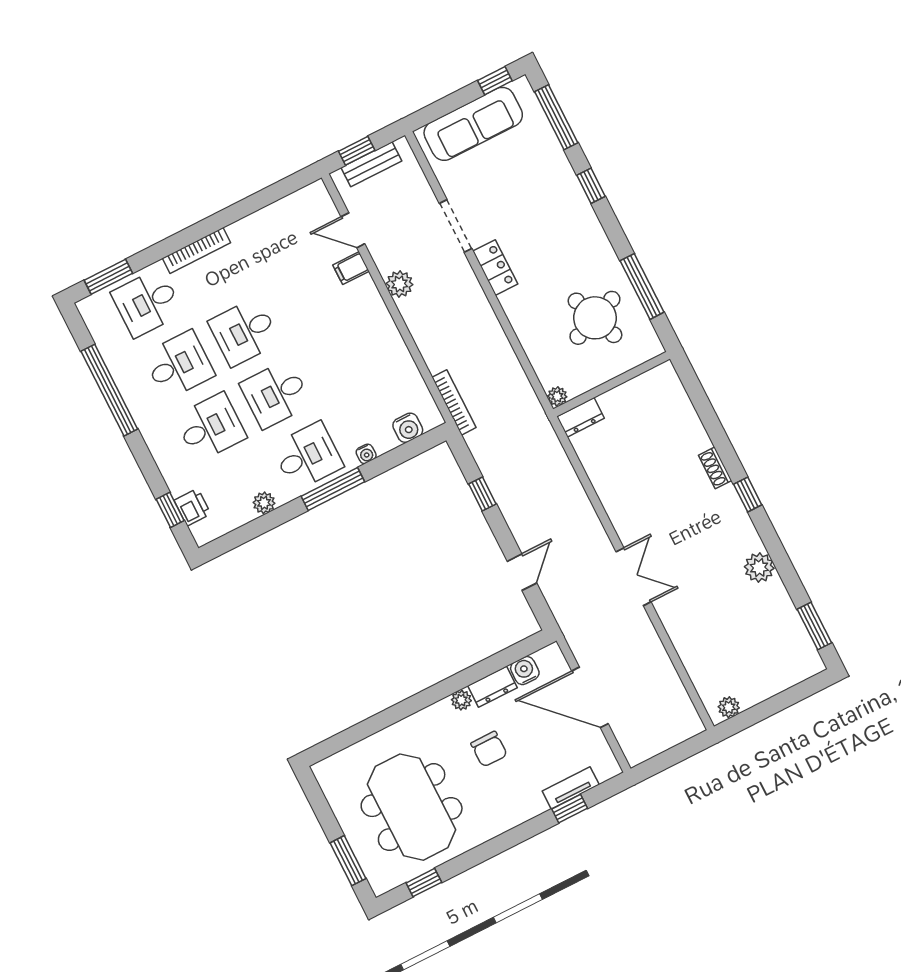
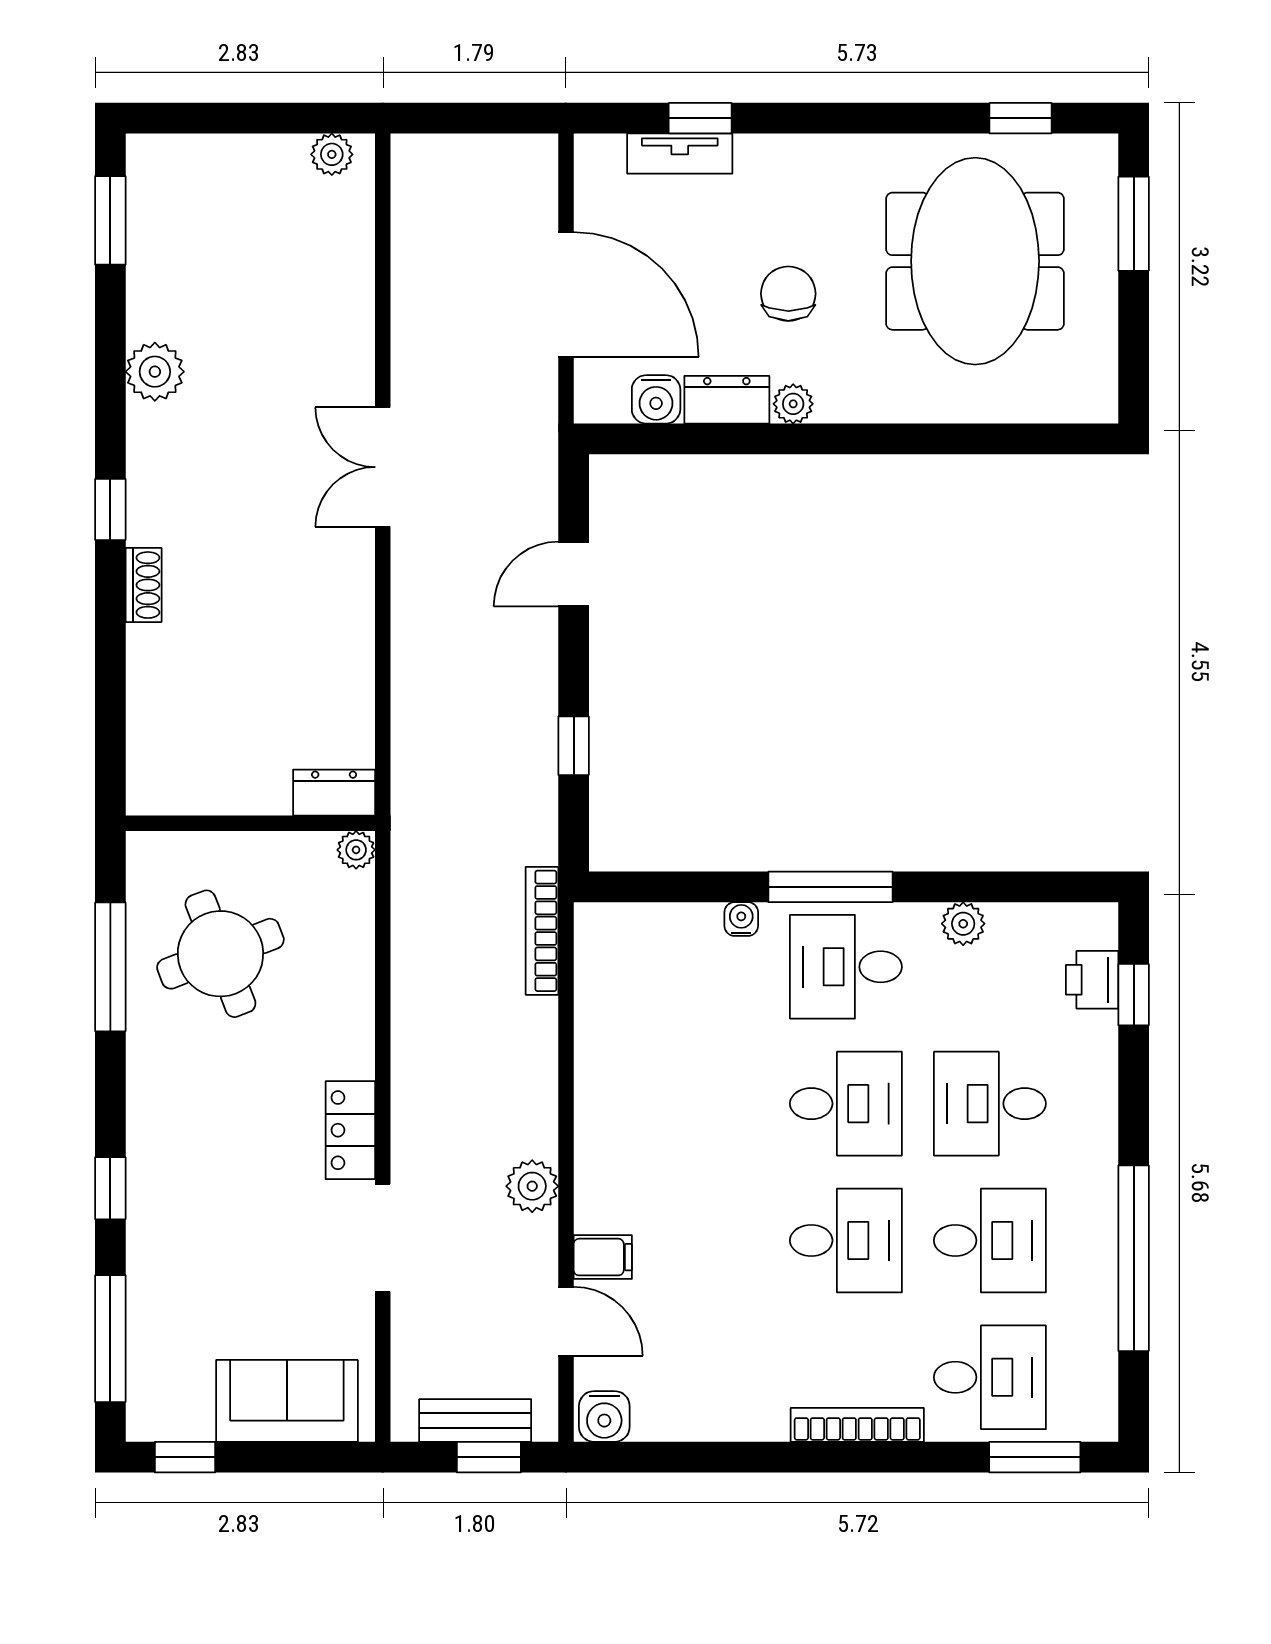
sofa: (473, 124) -> (287, 1401), width x0.73
desk: (179, 365) -> (990, 1240), turned 180
water cooler: (408, 428) -> (604, 1416), moved, turned 180

